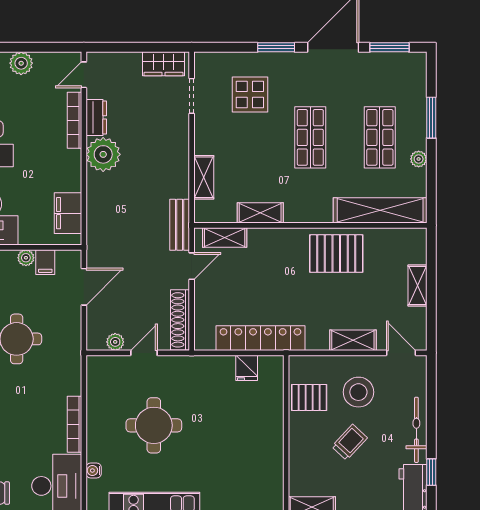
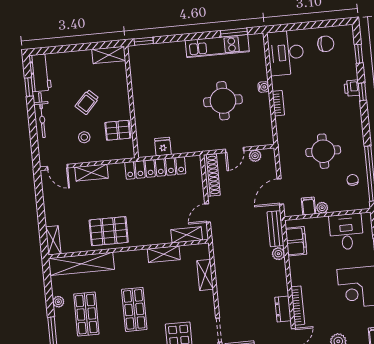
plant: (103, 154) -> (278, 254), moved, width x0.53, depth x0.53
bench: (180, 225) -> (276, 229), moved
shelving: (418, 286) -> (53, 240), moved
stool: (358, 392) -> (84, 137), width x0.53, depth x0.53
bookcase: (74, 424) -> (278, 103), width x0.64
water cooler: (94, 470) -> (263, 87), moved

